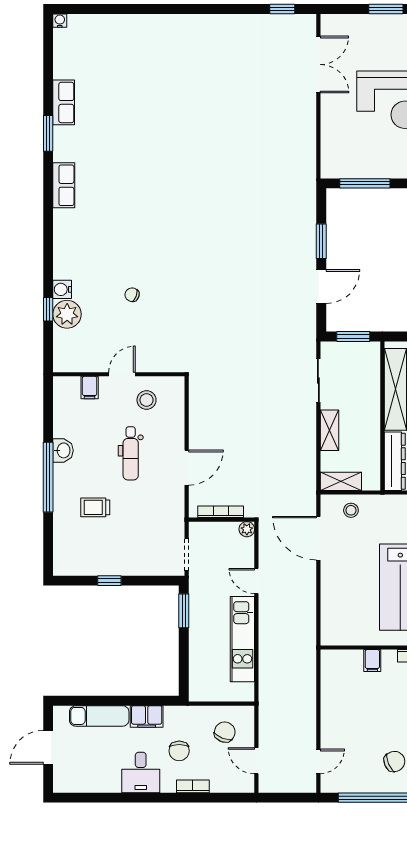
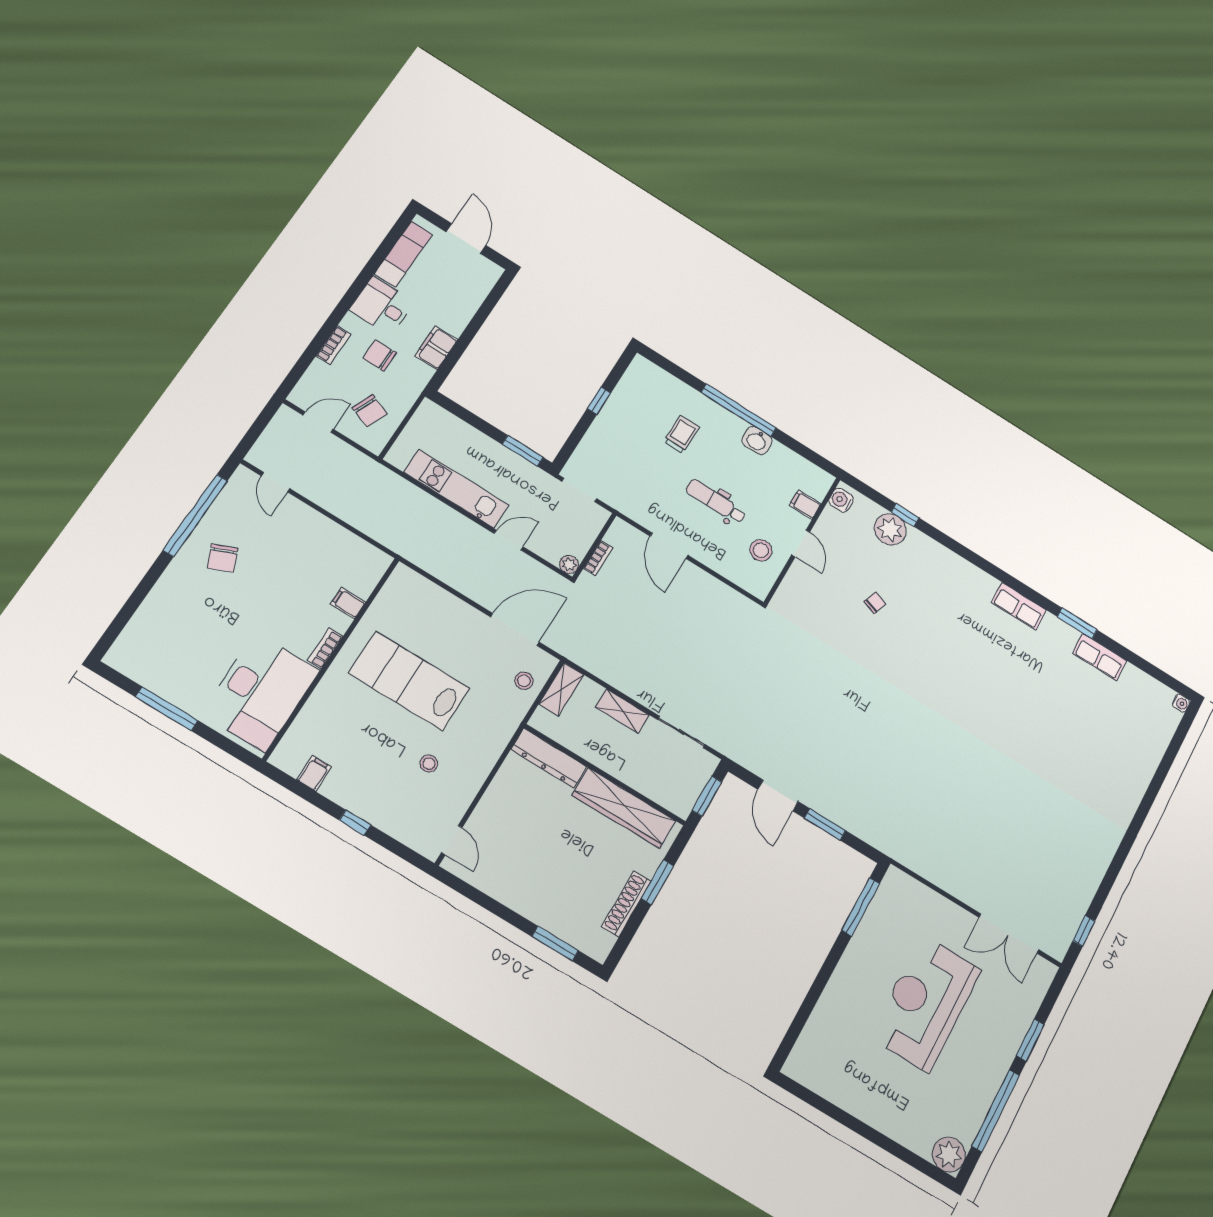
water cooler: (62, 289) -> (841, 500), moved, turned -90
bookcase: (221, 512) -> (598, 558), width x0.64
exam couch: (99, 716) -> (403, 254), moved, turned 180

